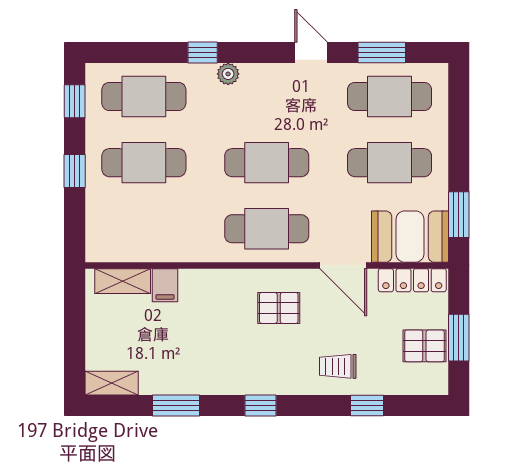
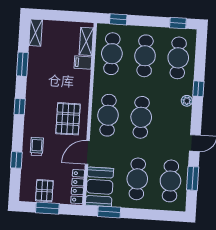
window: (75, 171) -> (118, 19), moved
cafe table: (144, 229) -> (112, 54), added
pallet: (279, 308) -> (68, 119), width x1.50, depth x1.42

